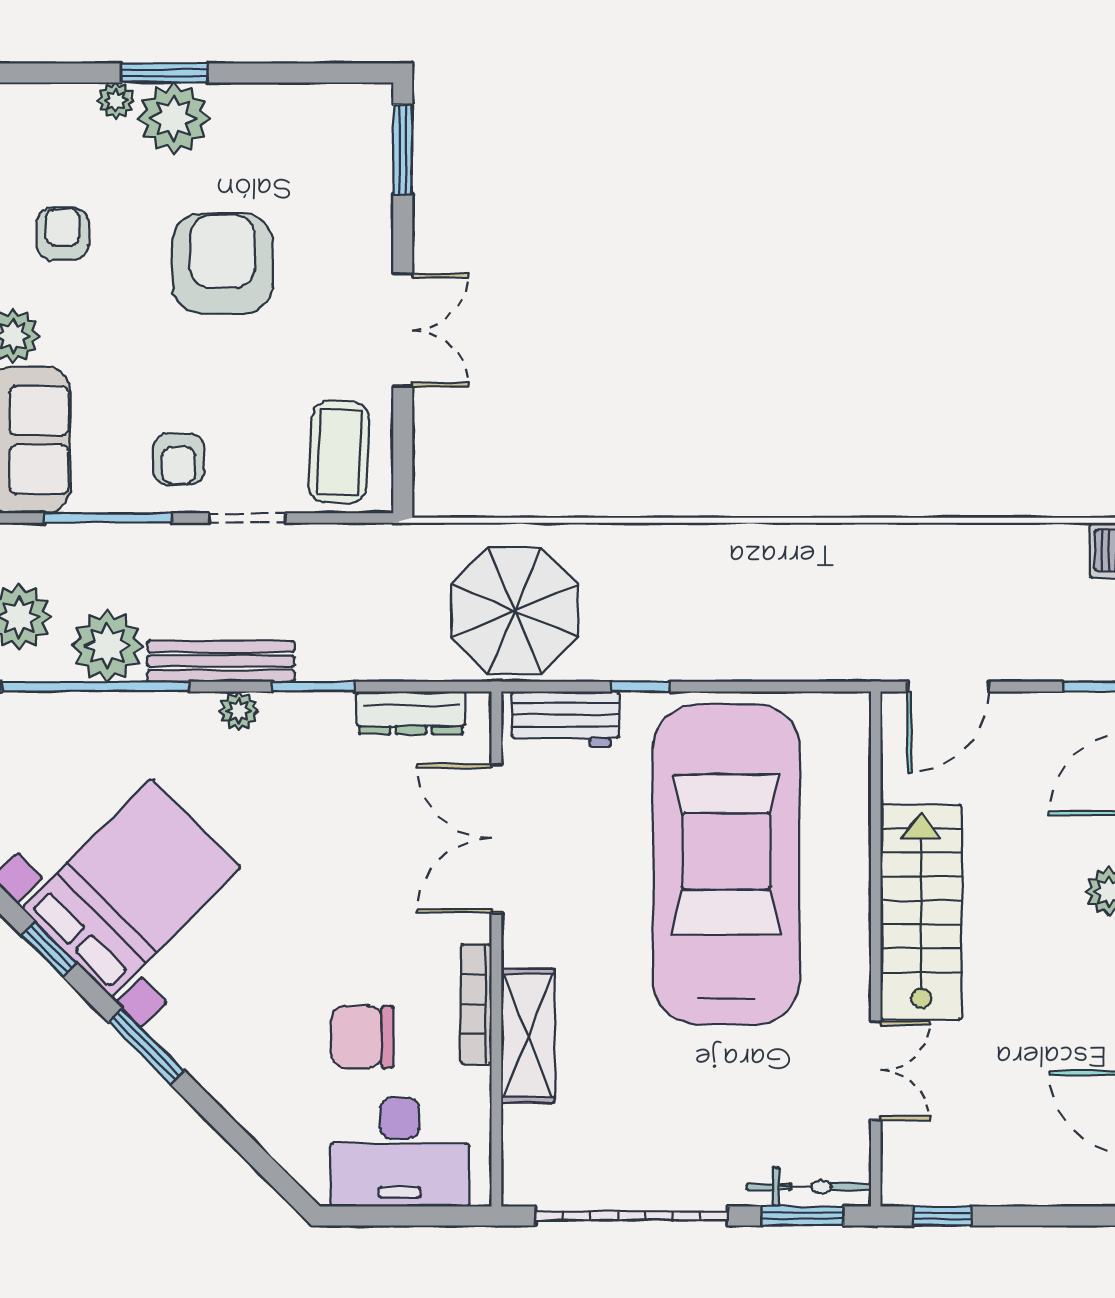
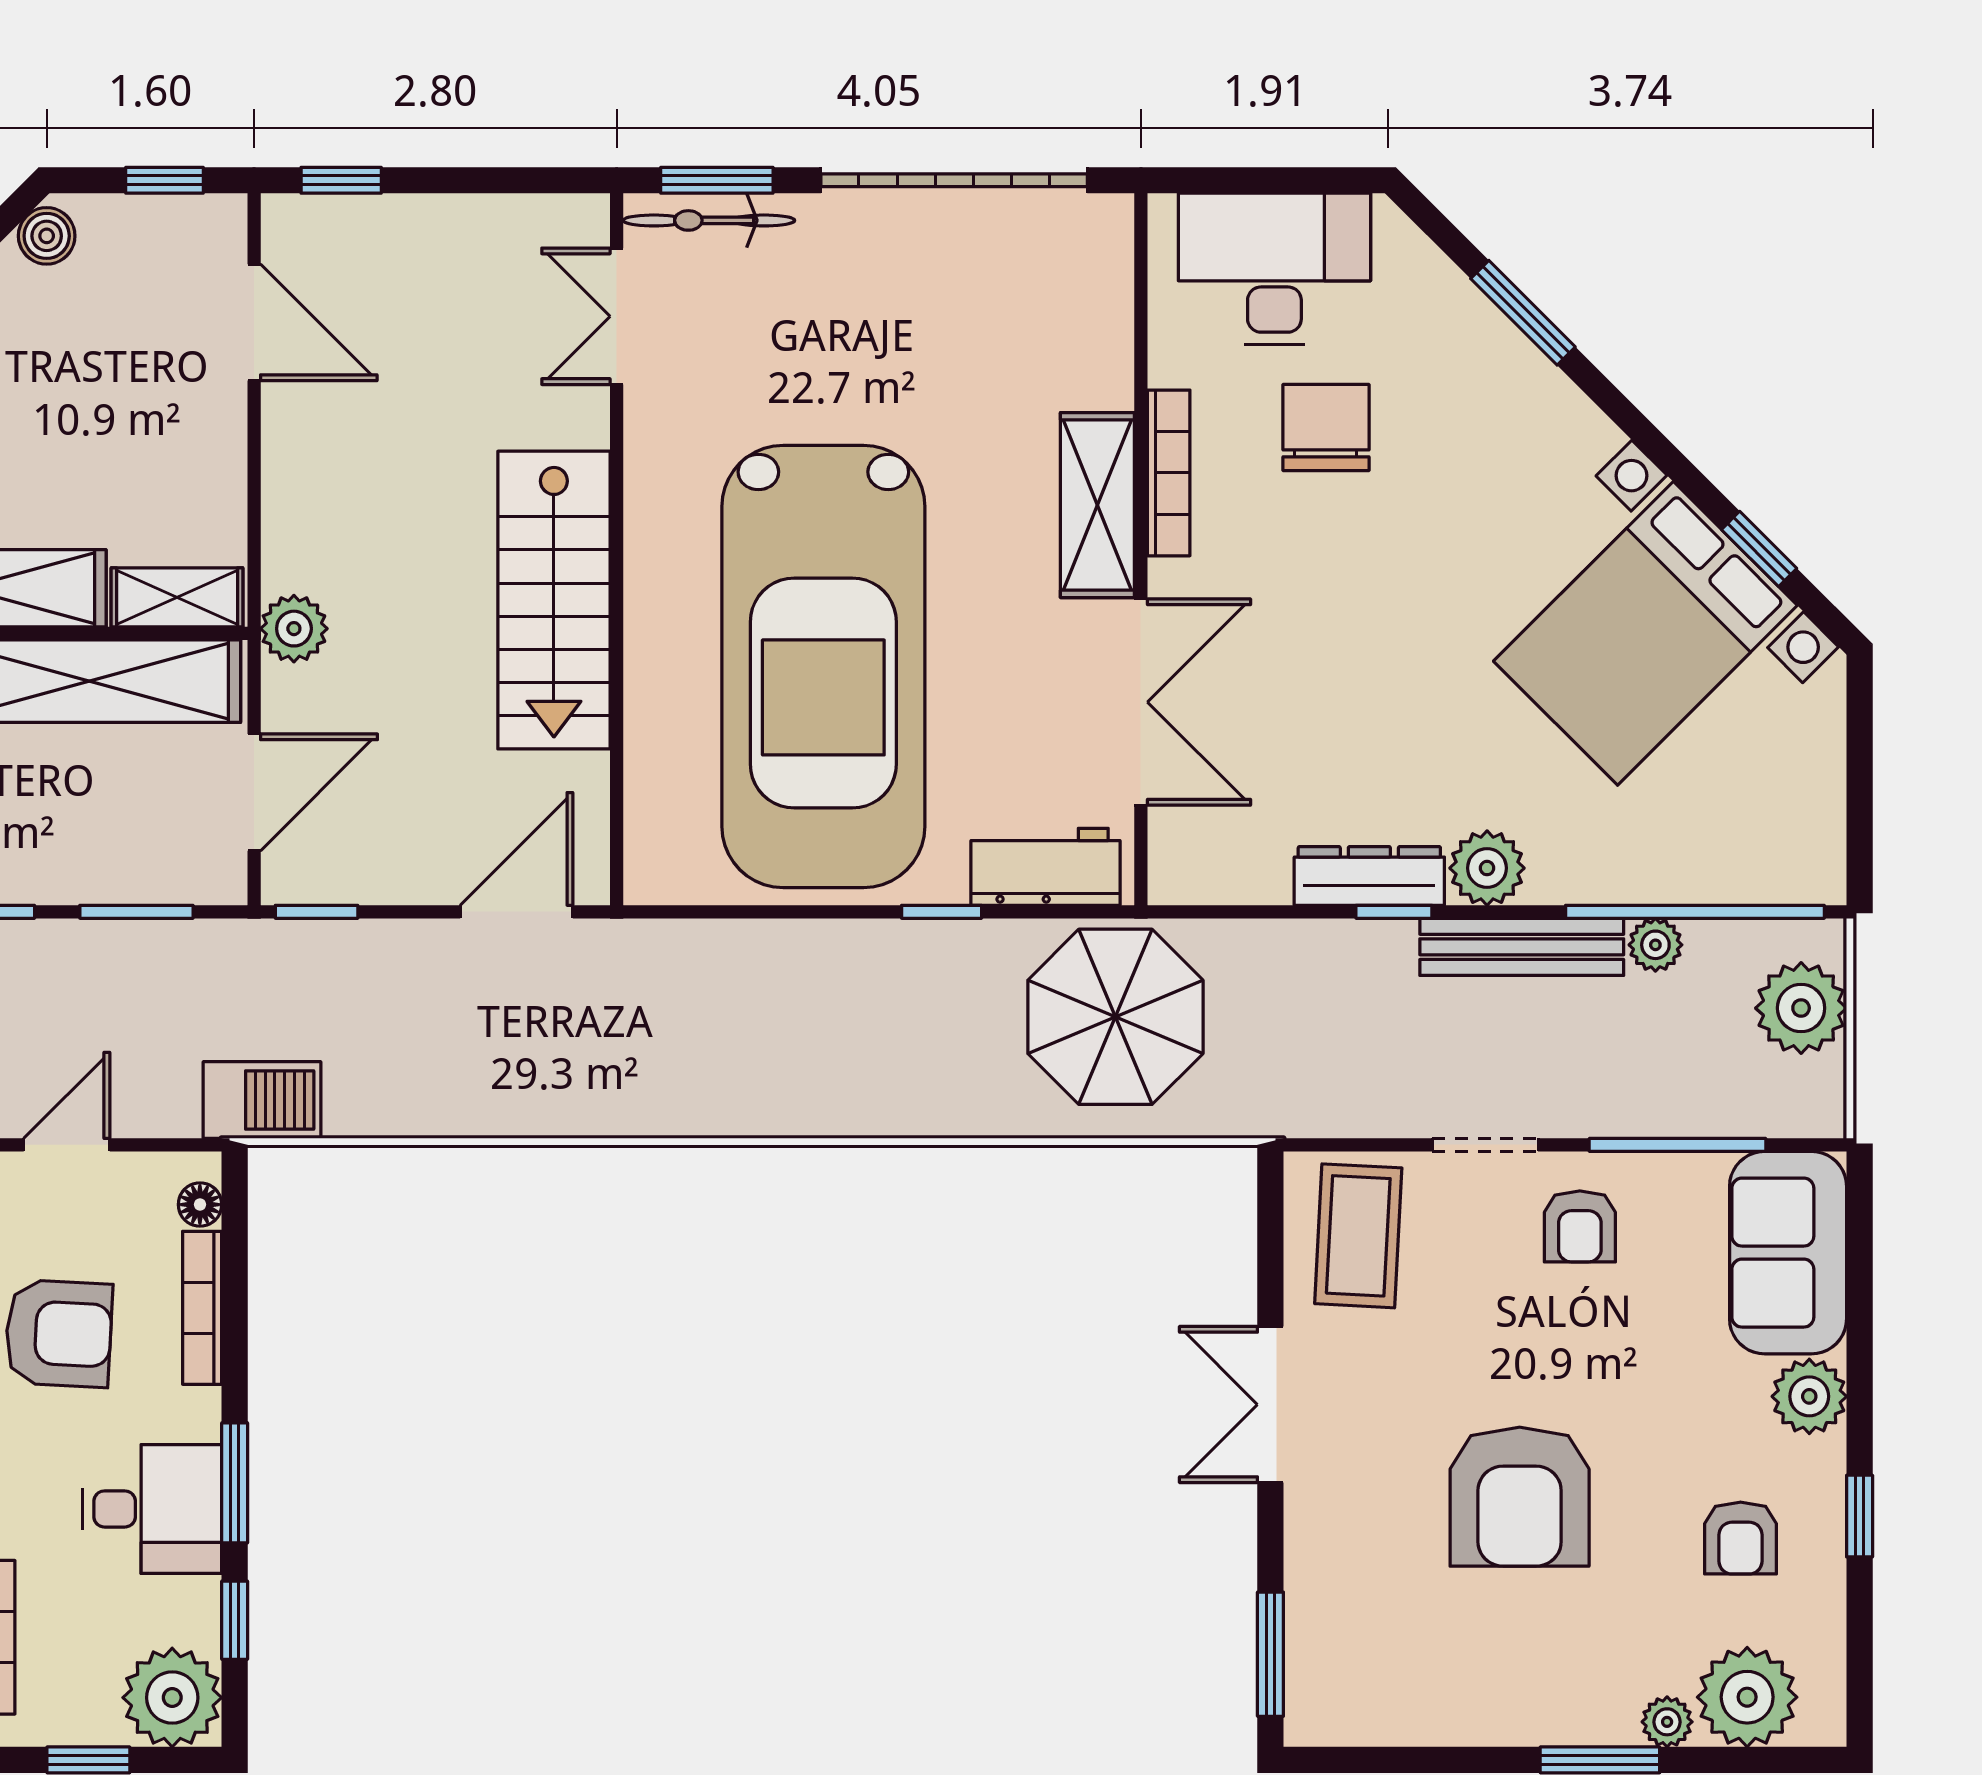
plant: (174, 118) -> (1747, 1697), moved
armchair: (179, 459) -> (1580, 1226), turned 180
plant: (107, 646) -> (1655, 945), width x0.53, depth x0.53
window: (313, 687) -> (1394, 912), width x0.67
plant: (239, 711) -> (1487, 868), width x1.38, depth x1.38
dresser: (411, 713) -> (1369, 876), moved
shelving: (528, 1036) -> (1097, 505), moved
chair: (362, 1037) -> (1326, 428), turned -90
window: (146, 1047) -> (1523, 313), moved
double door: (876, 1071) -> (617, 316), moved
window: (942, 1216) -> (341, 180), moved

